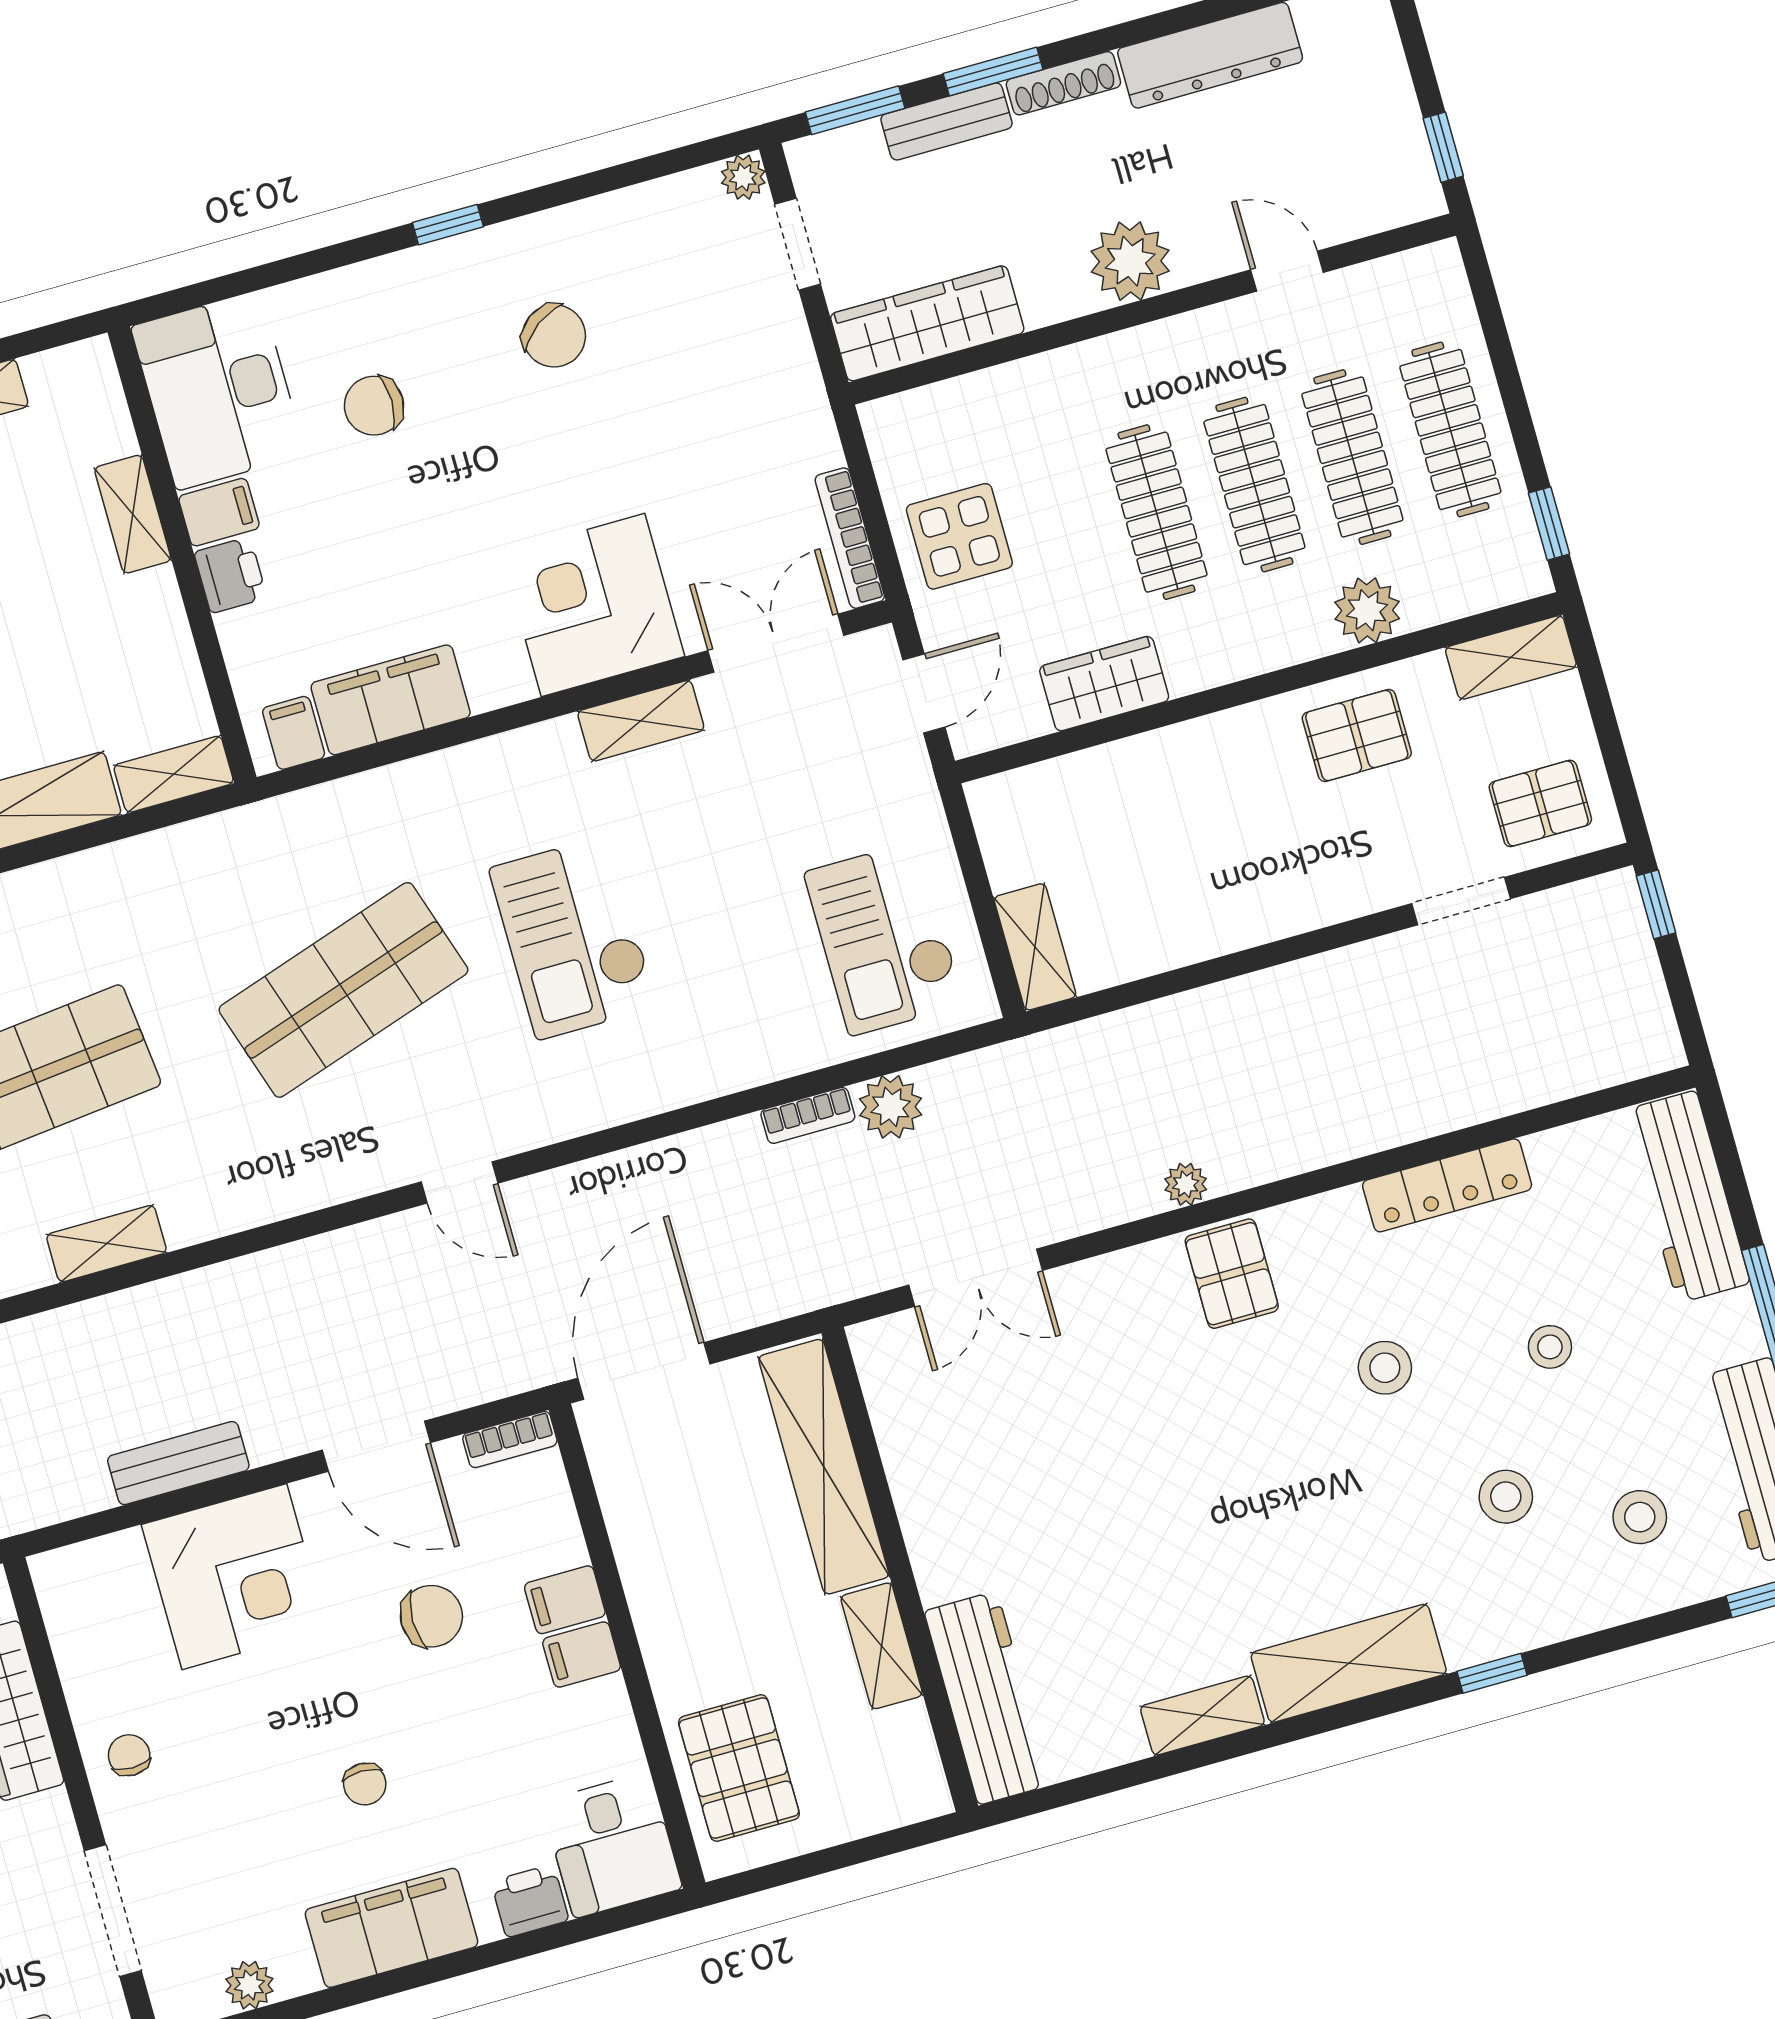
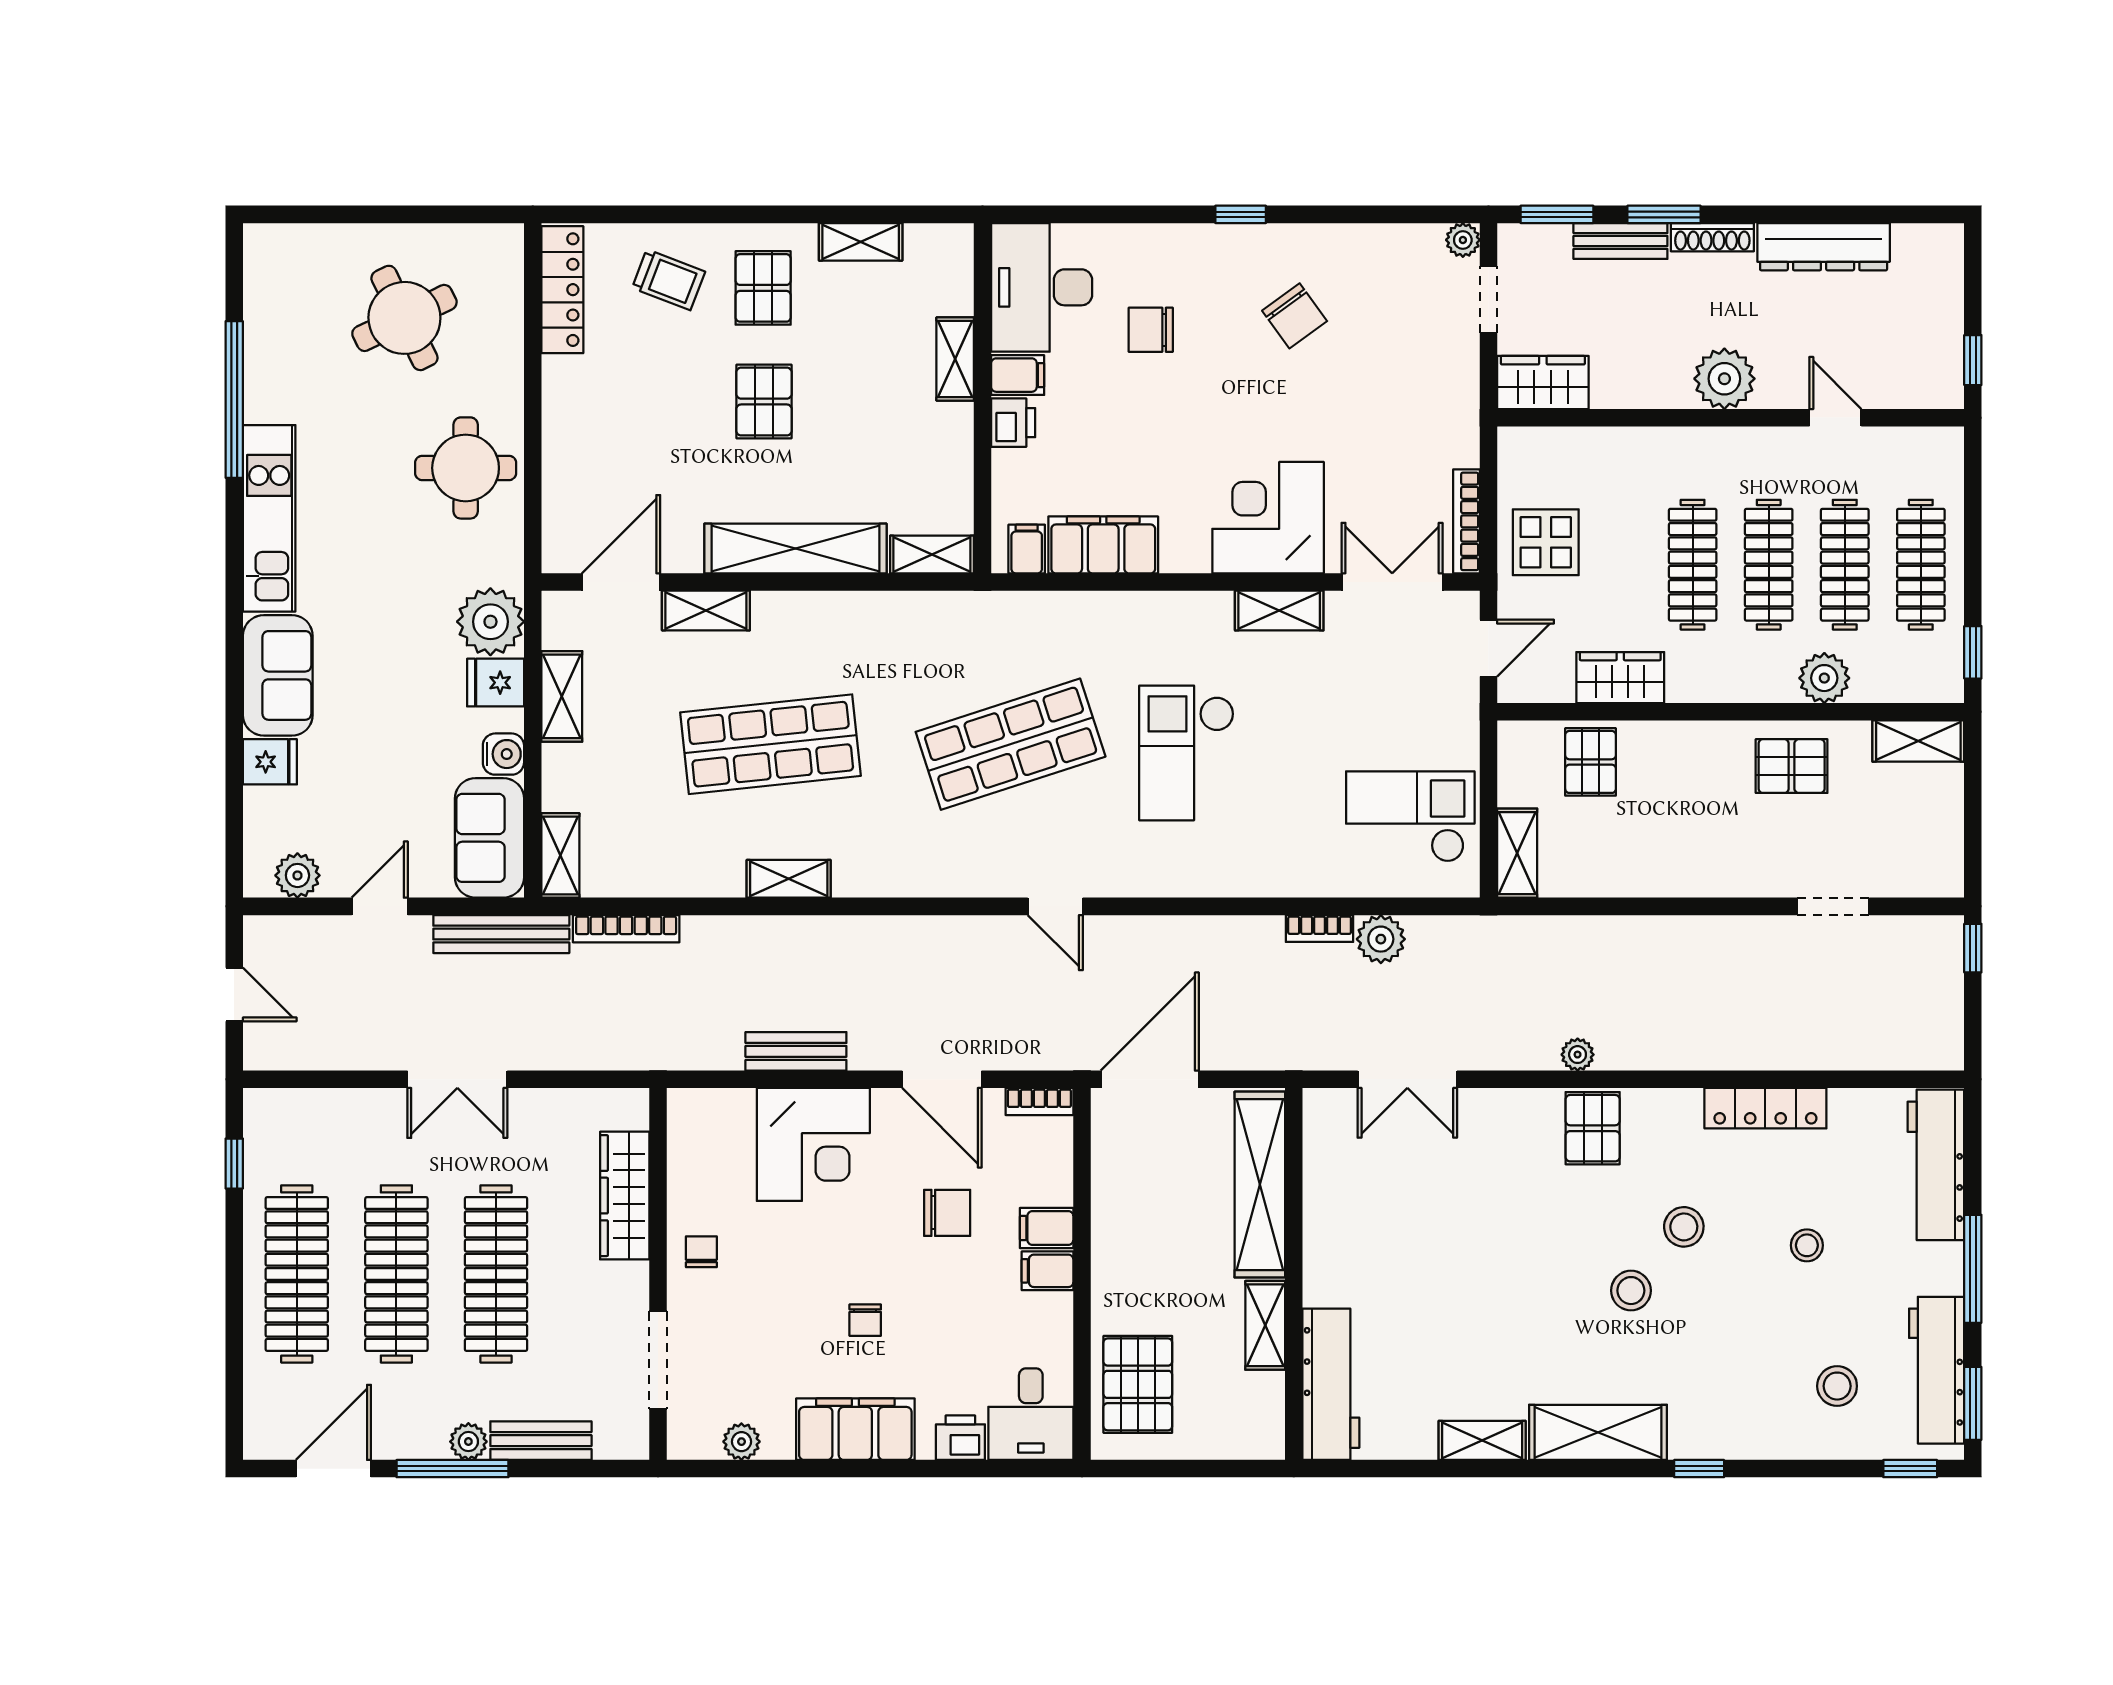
wardrobe: (927, 323) -> (1543, 382), width x0.67
pallet: (1540, 803) -> (1591, 762), moved, turned 90
checkout: (884, 938) -> (1410, 817), turned 90
stool: (1506, 1497) -> (1631, 1291), moved

